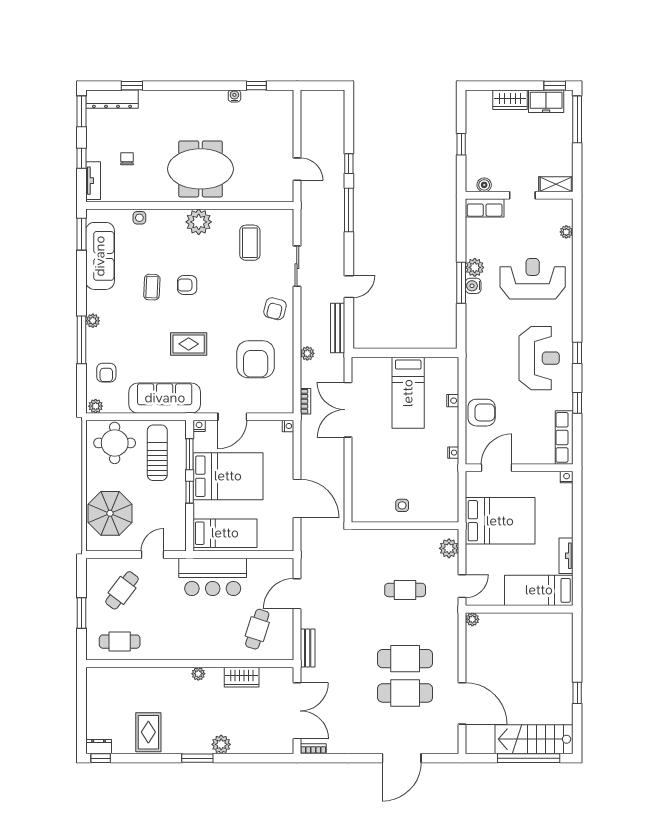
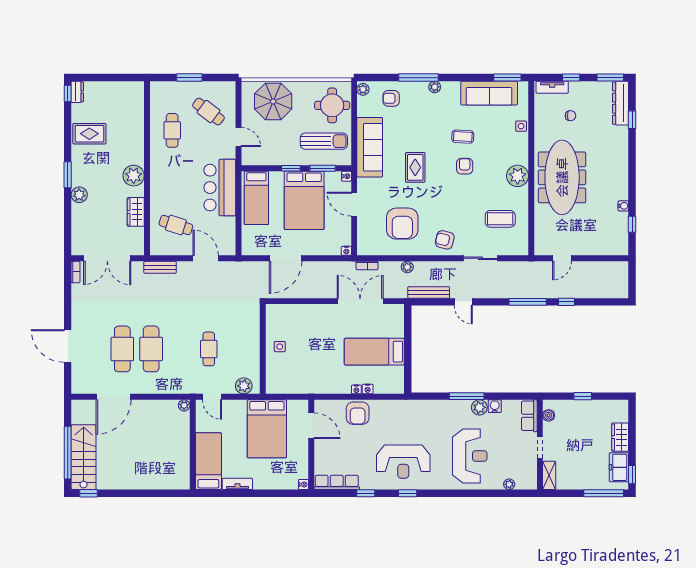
meeting table: (201, 169) -> (562, 177), width x1.36
water cooler: (473, 286) -> (495, 406), moved
armchair: (256, 359) -> (402, 224), turned -90
nightstand: (453, 453) -> (356, 389), moved
cafe table: (120, 642) -> (172, 130), moved
plant: (198, 674) -> (134, 176), width x1.88, depth x1.88
window: (577, 693) -> (88, 493), moved

